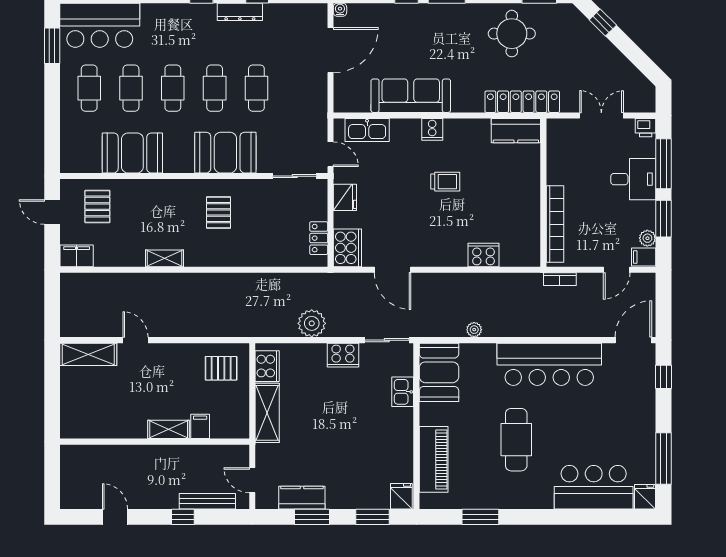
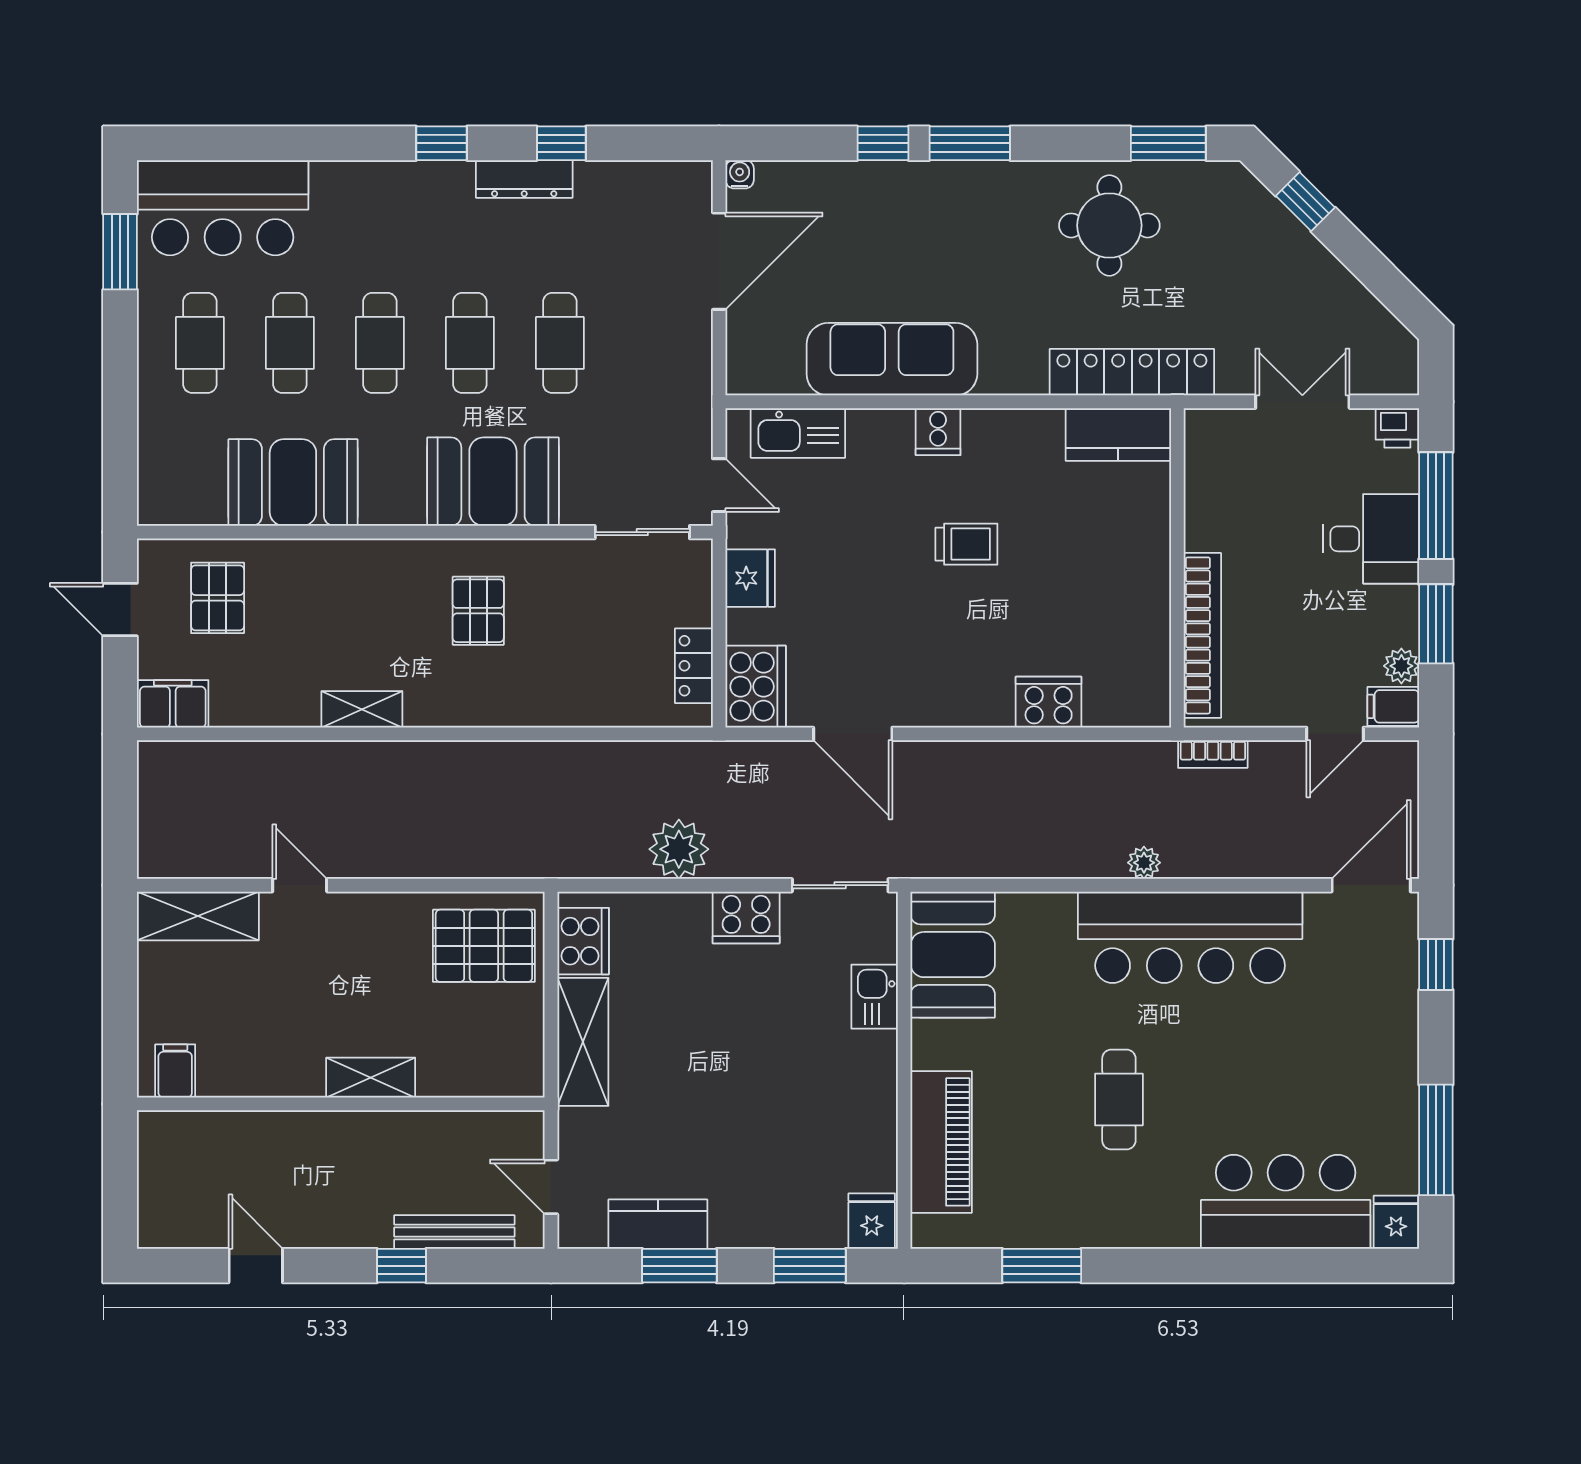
plant: (474, 330) -> (1144, 863), moved
pallet: (221, 368) -> (484, 946), width x1.50, depth x1.42
filing cabinet: (200, 426) -> (175, 1071), moved
cafe table: (516, 440) -> (1119, 1100), width x0.73, depth x0.74

